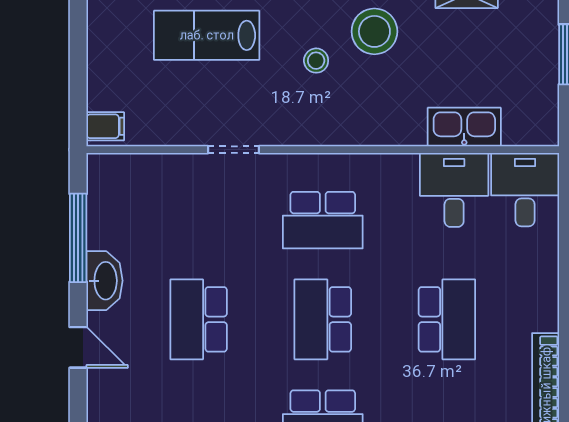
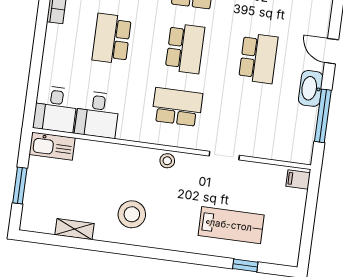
stool: (316, 61) -> (167, 161), moved
kitchen sink: (464, 127) -> (52, 146), moved

